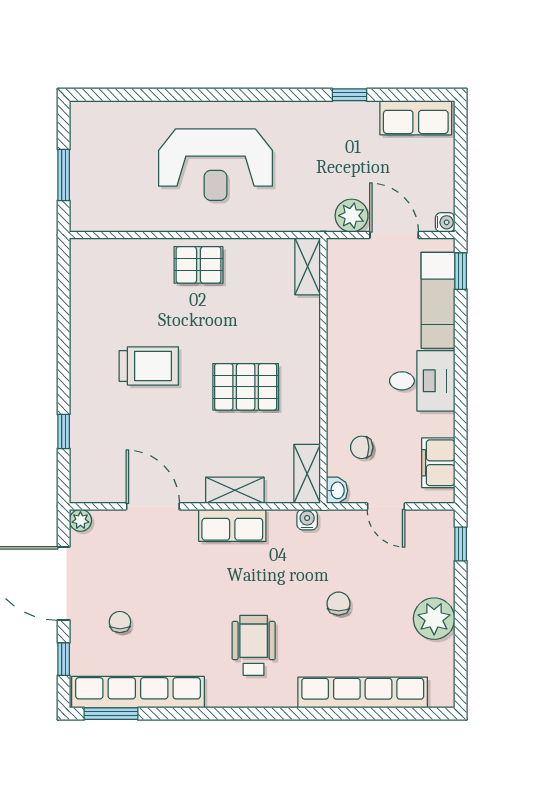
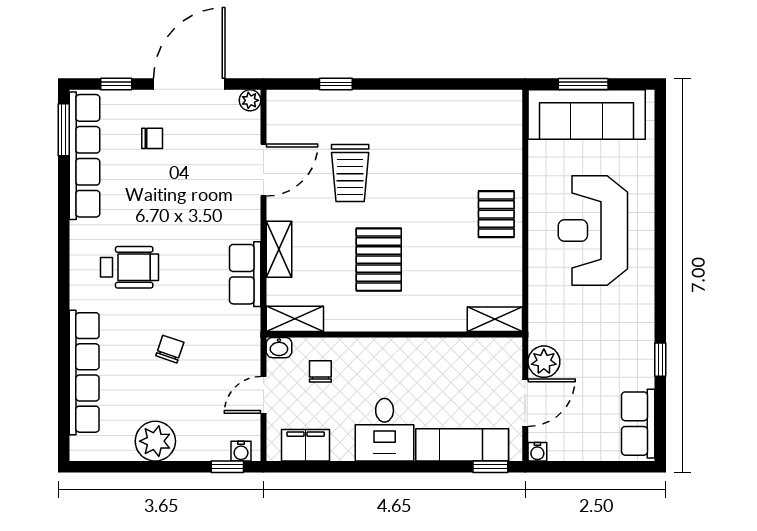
sofa: (95, 171) -> (587, 115), added
trolley: (149, 366) -> (350, 173), moved
water cooler: (307, 520) -> (241, 451), moved, turned 90
row of seats: (232, 525) -> (245, 274), moved
chair: (339, 604) -> (170, 349), turned -71

